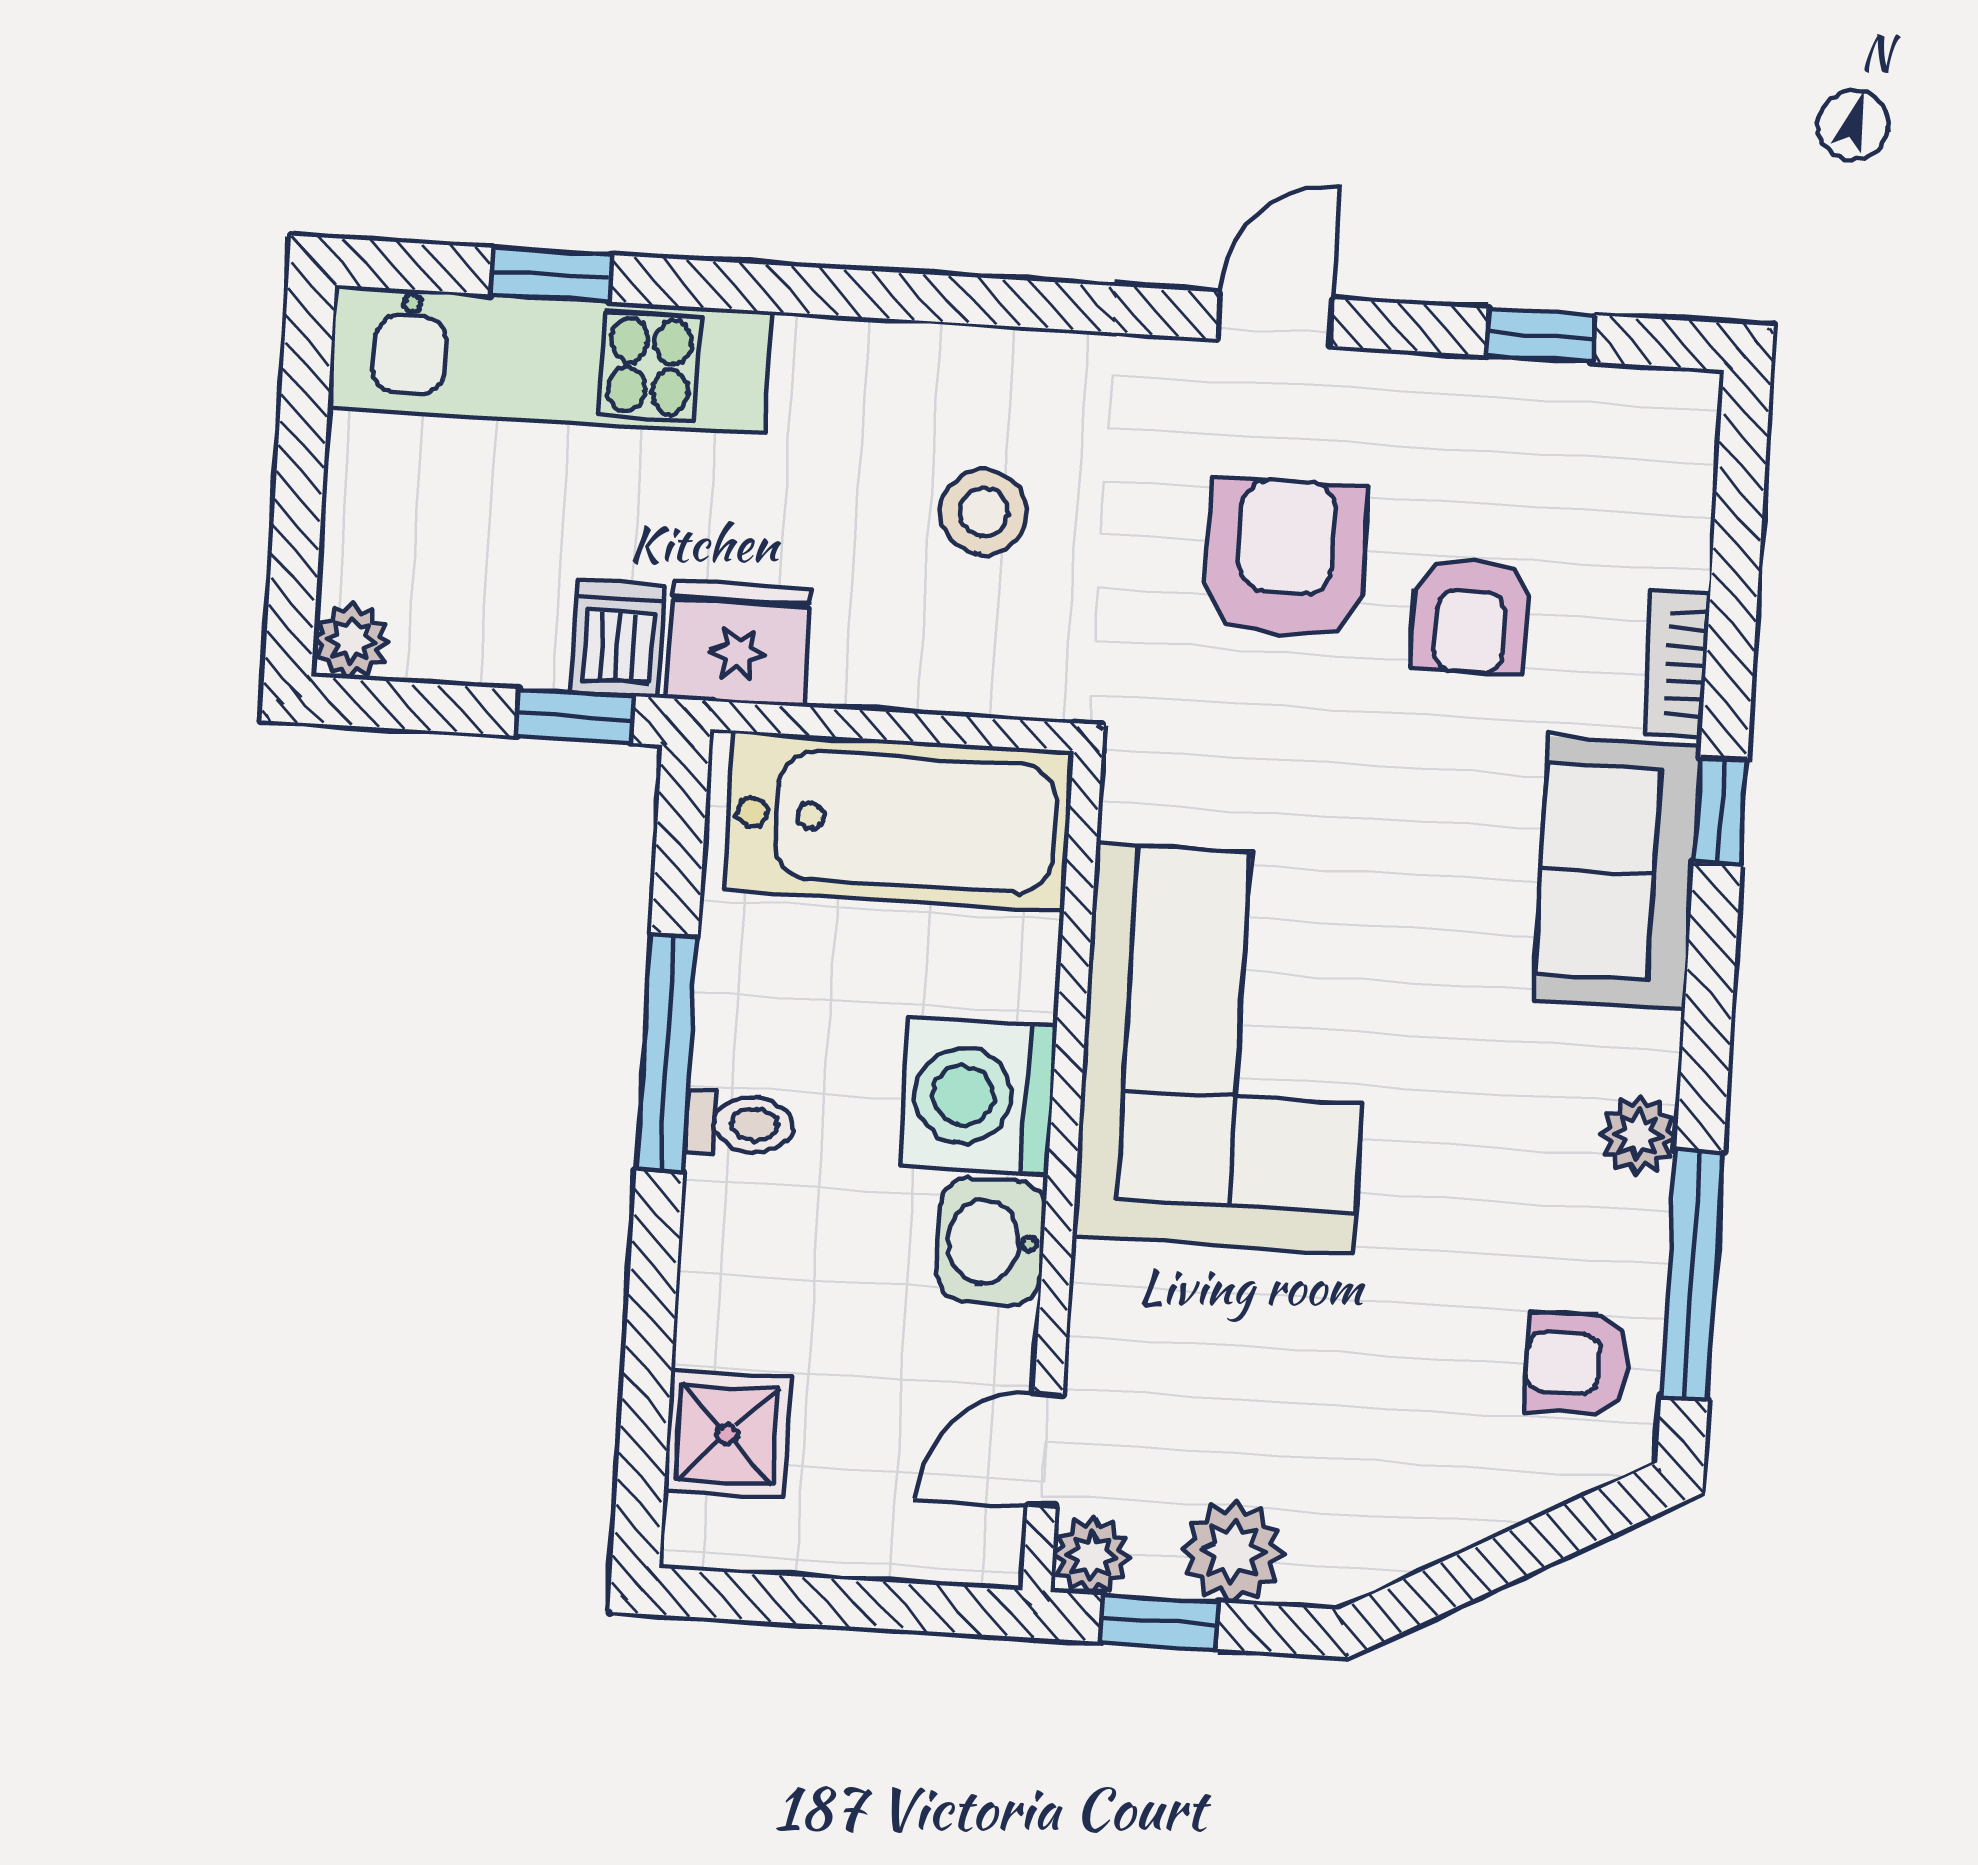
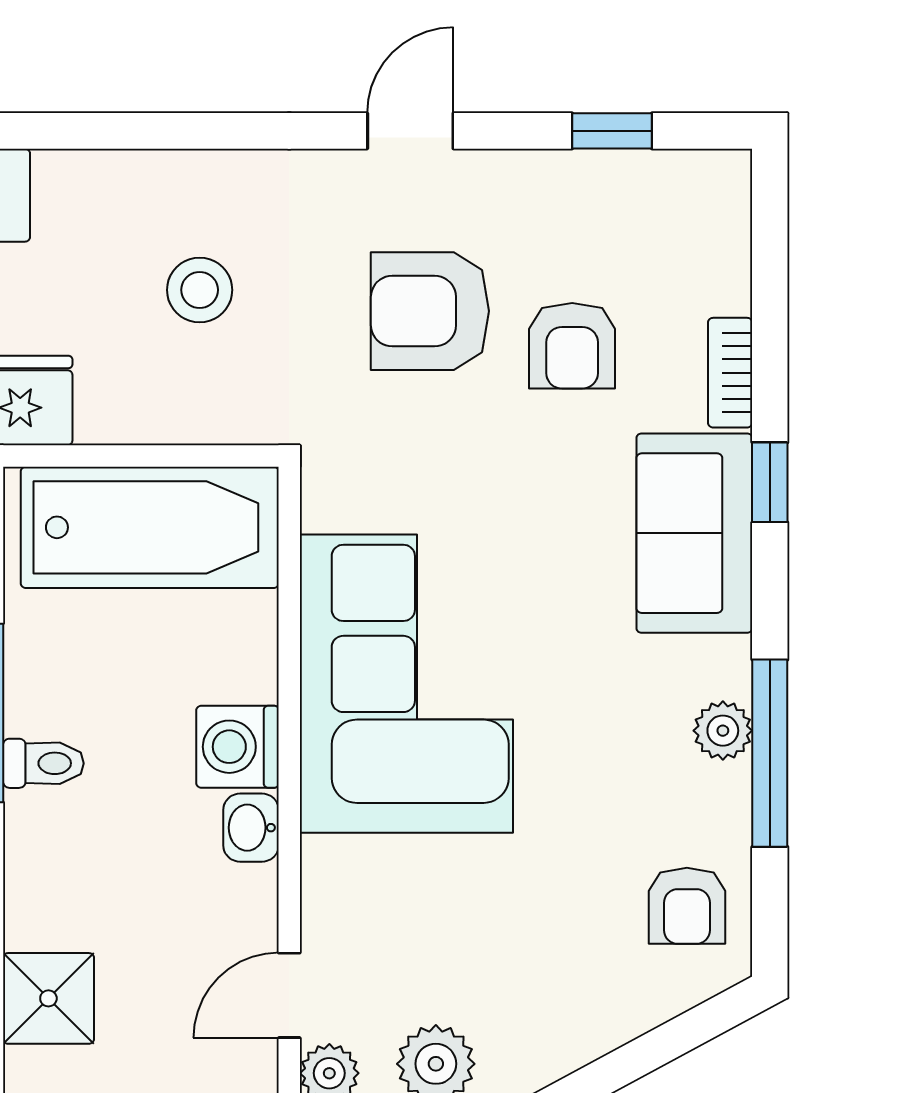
armchair: (1286, 558) -> (430, 311), turned -90
washing machine: (978, 1096) -> (238, 747), width x0.73, depth x0.73
washbasin: (991, 1242) -> (251, 828), width x0.72, depth x0.69
window: (1692, 1274) -> (770, 753), moved
armchair: (1577, 1364) -> (687, 906), turned -90

